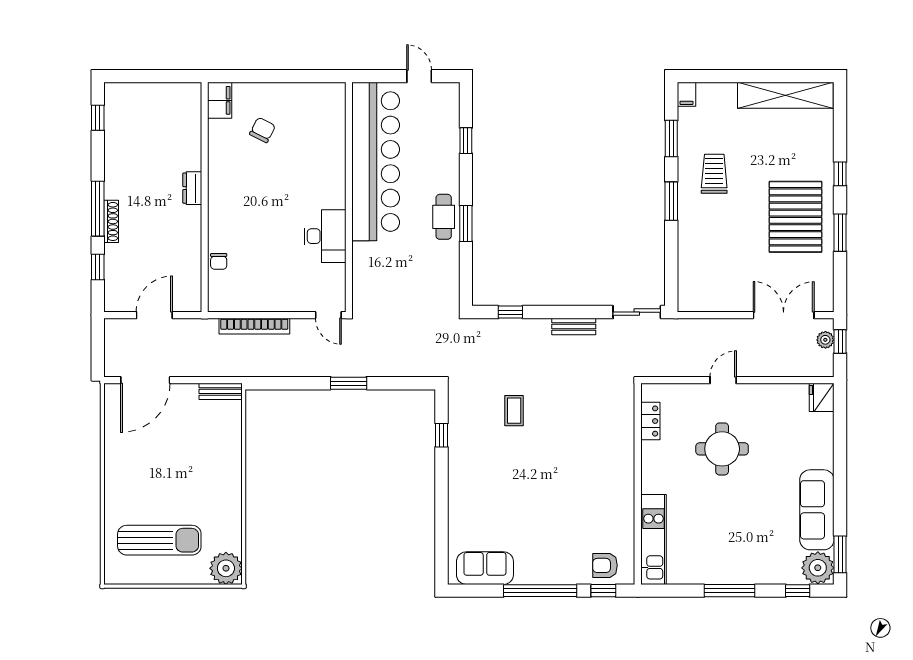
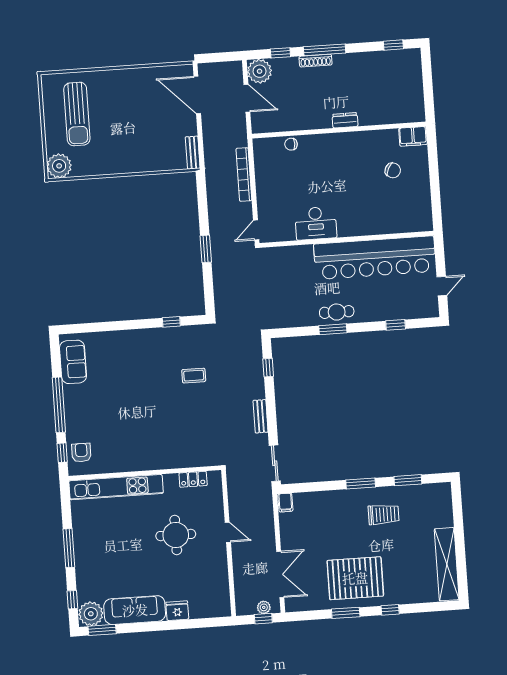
filing cabinet: (686, 94) -> (285, 503), moved, turned -90
plant: (120, 296) -> (260, 71), added
fridge: (822, 397) -> (177, 611), moved
kitchen unit: (653, 539) -> (116, 487), width x1.36

